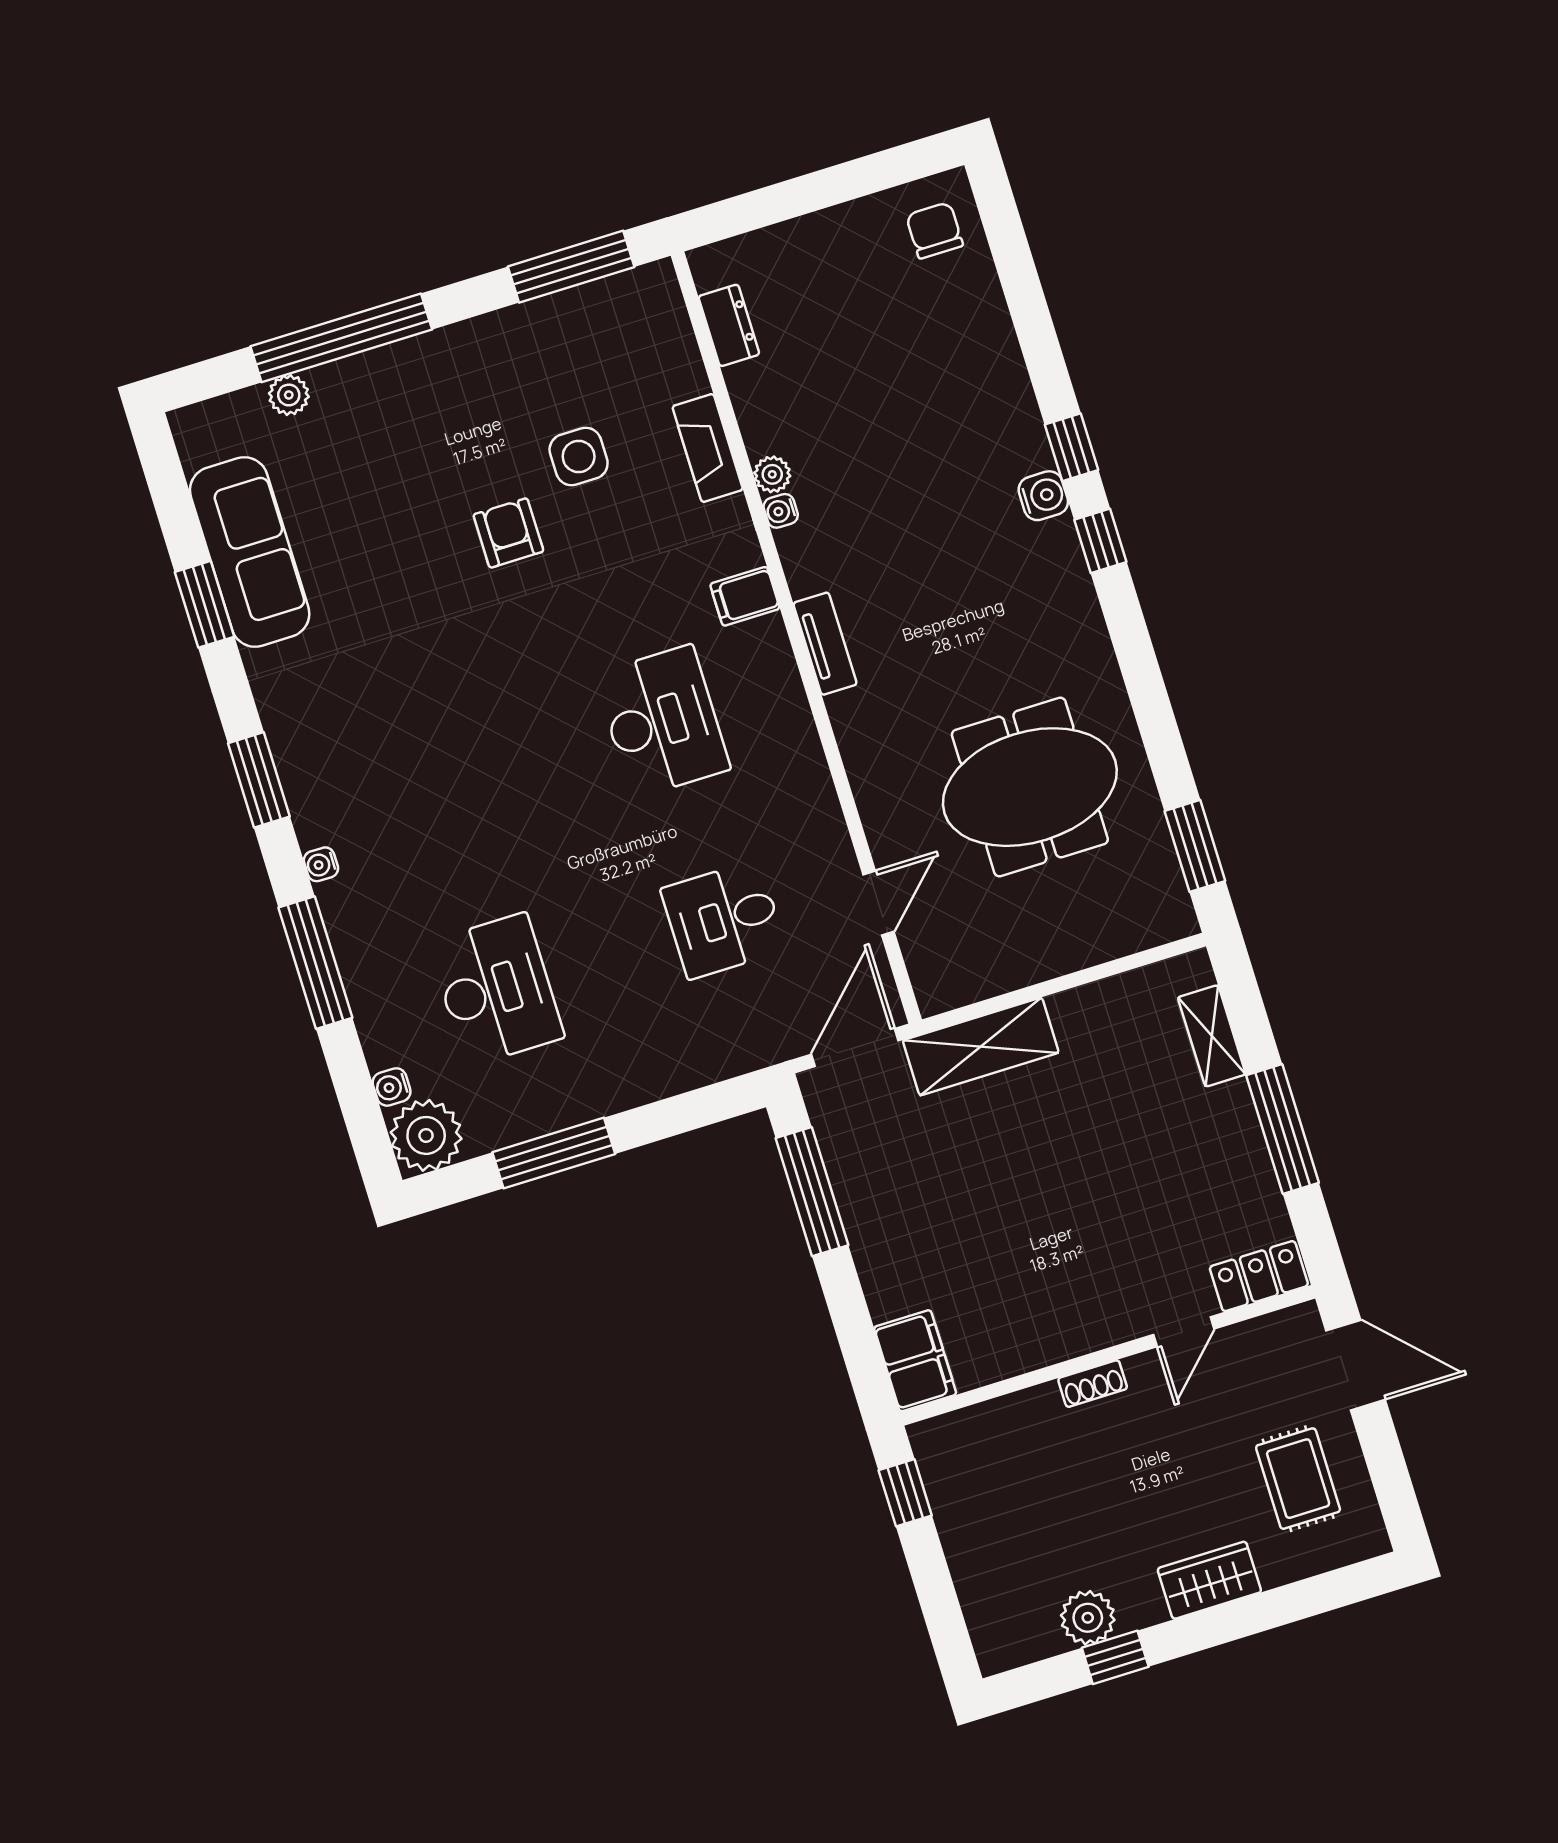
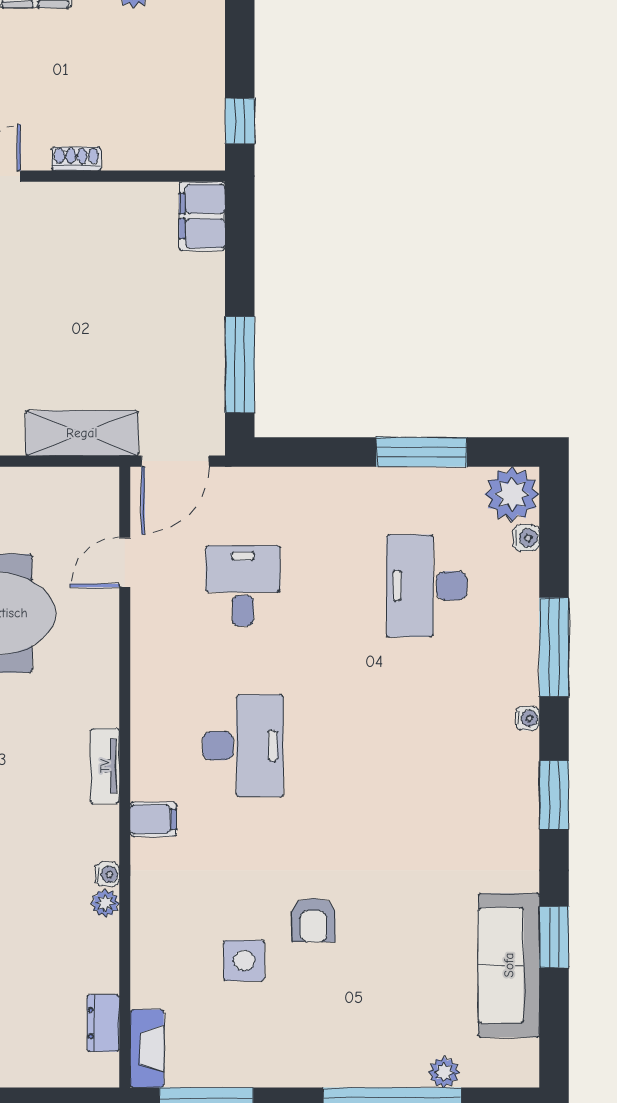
fireplace: (708, 448) -> (147, 1049), moved
desk: (662, 722) -> (243, 746), turned 180
desk: (723, 919) -> (243, 586), turned -90

